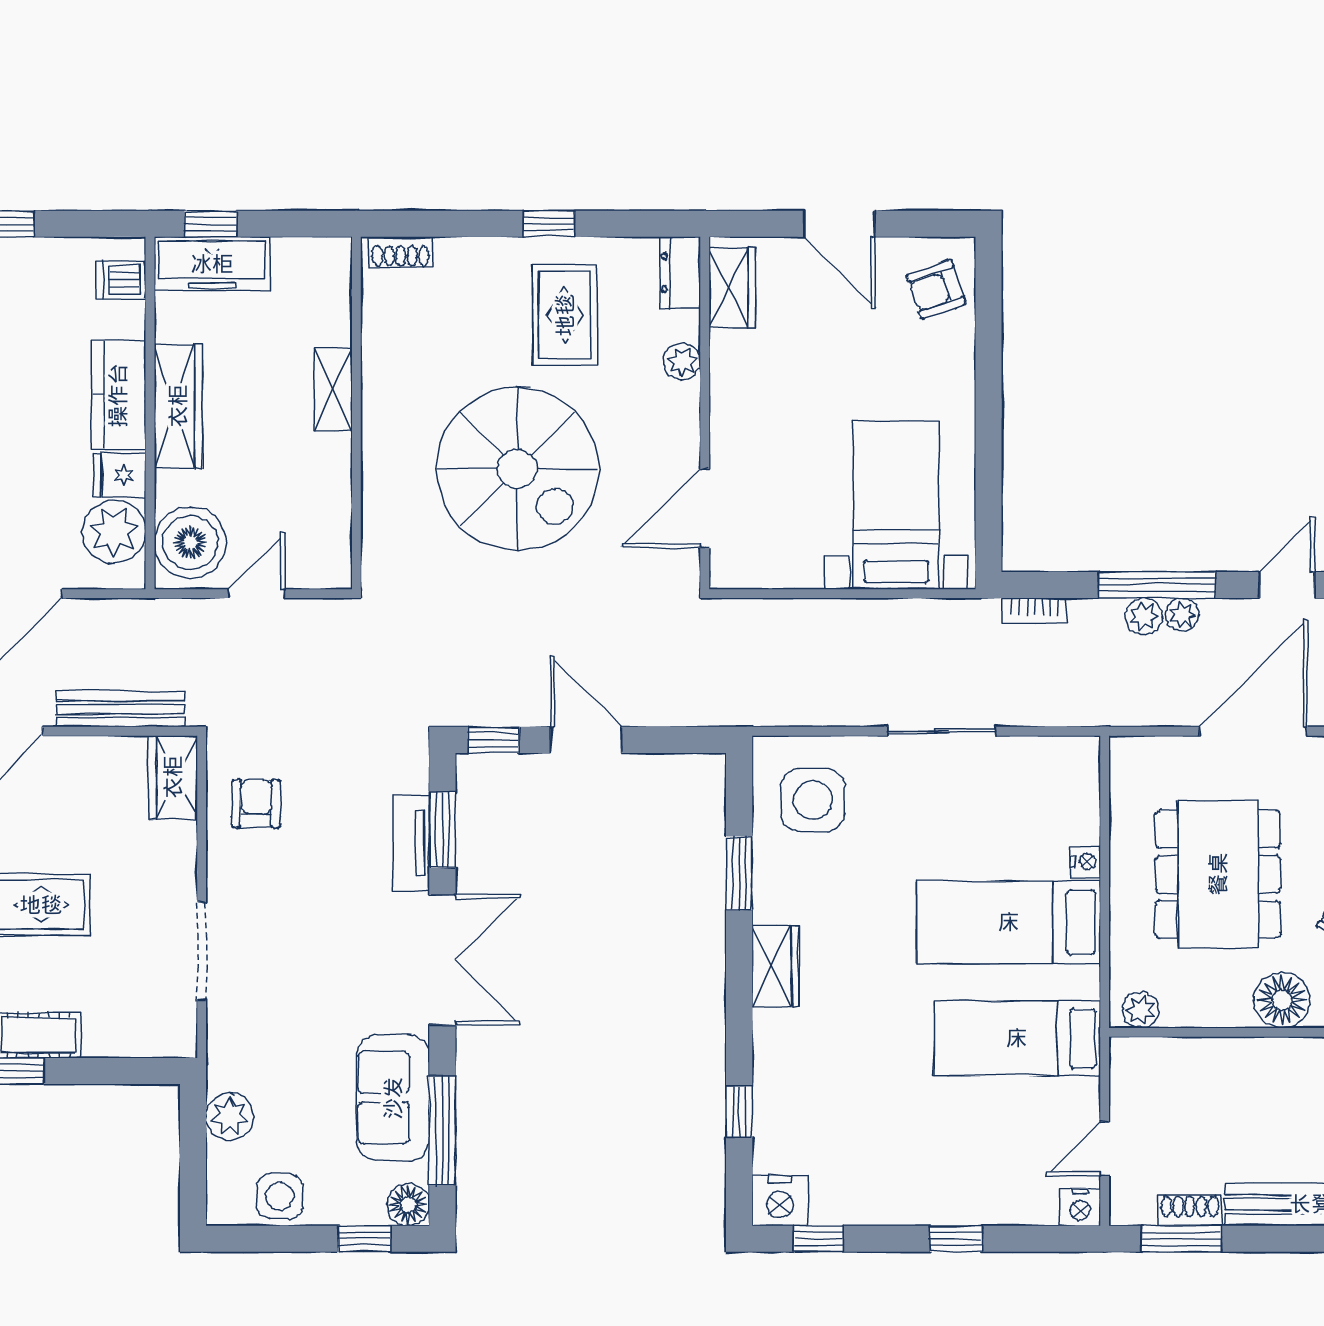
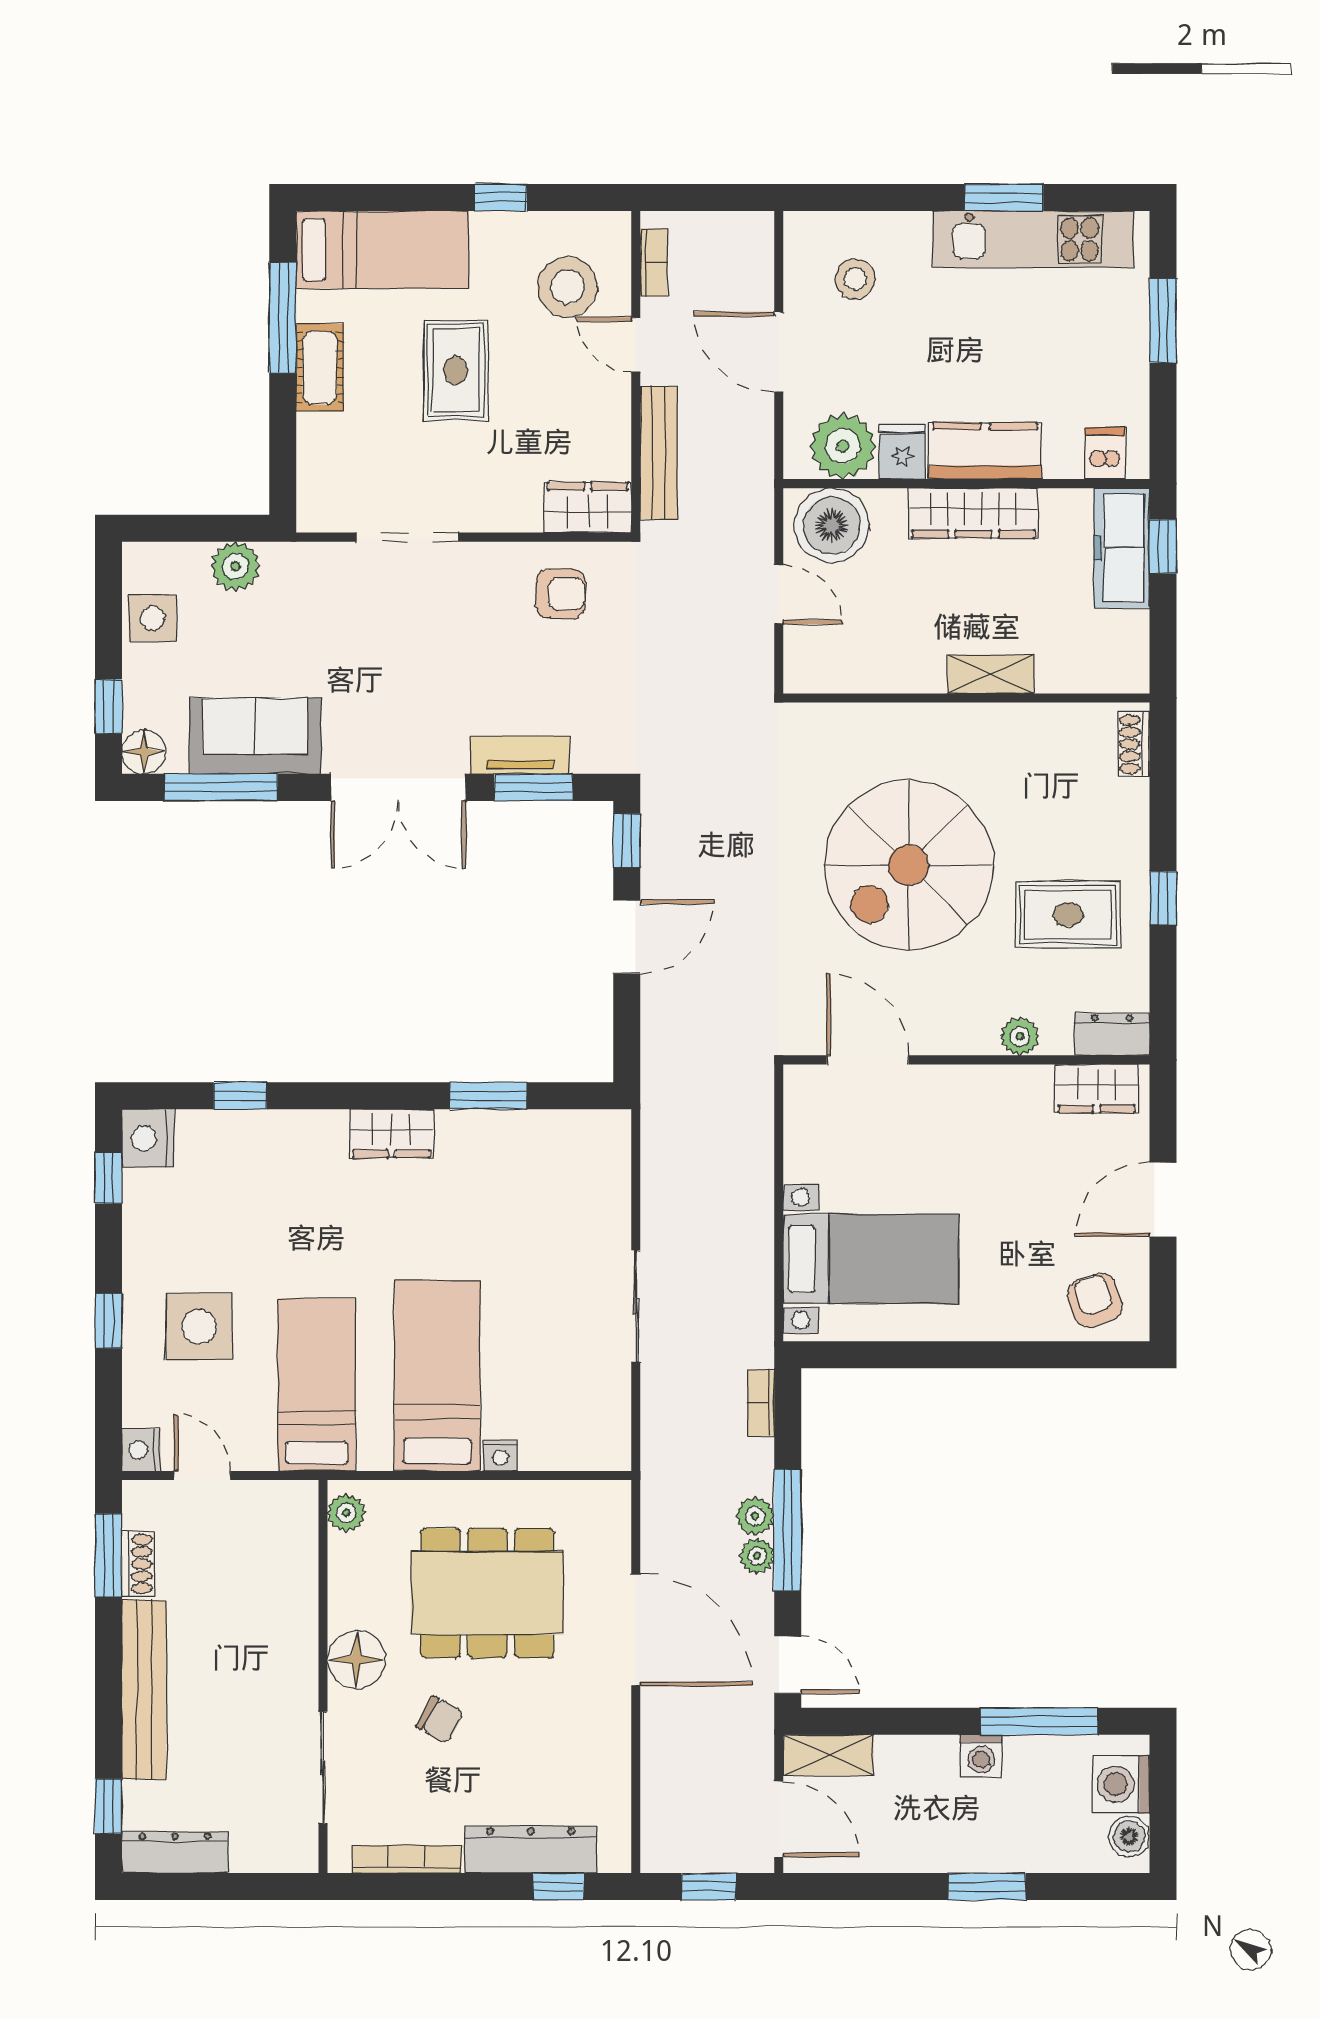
side table: (813, 800) -> (199, 1327), moved

